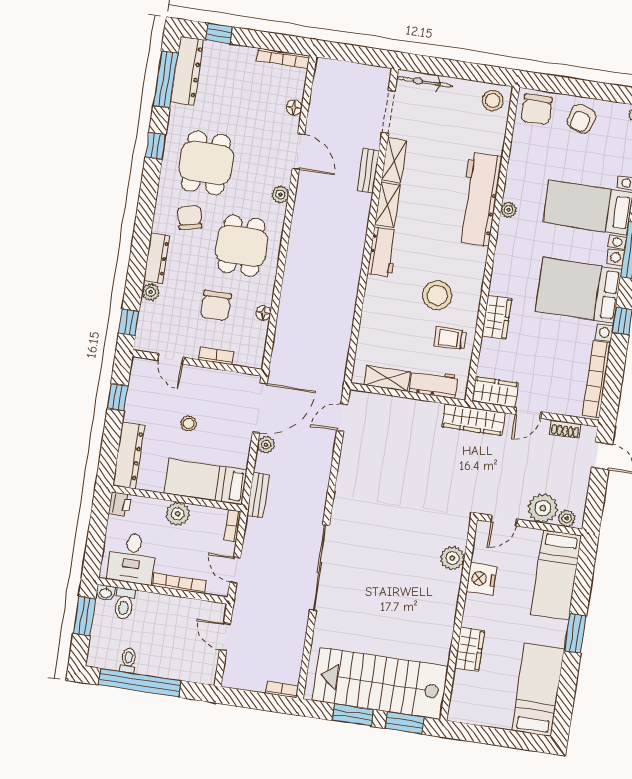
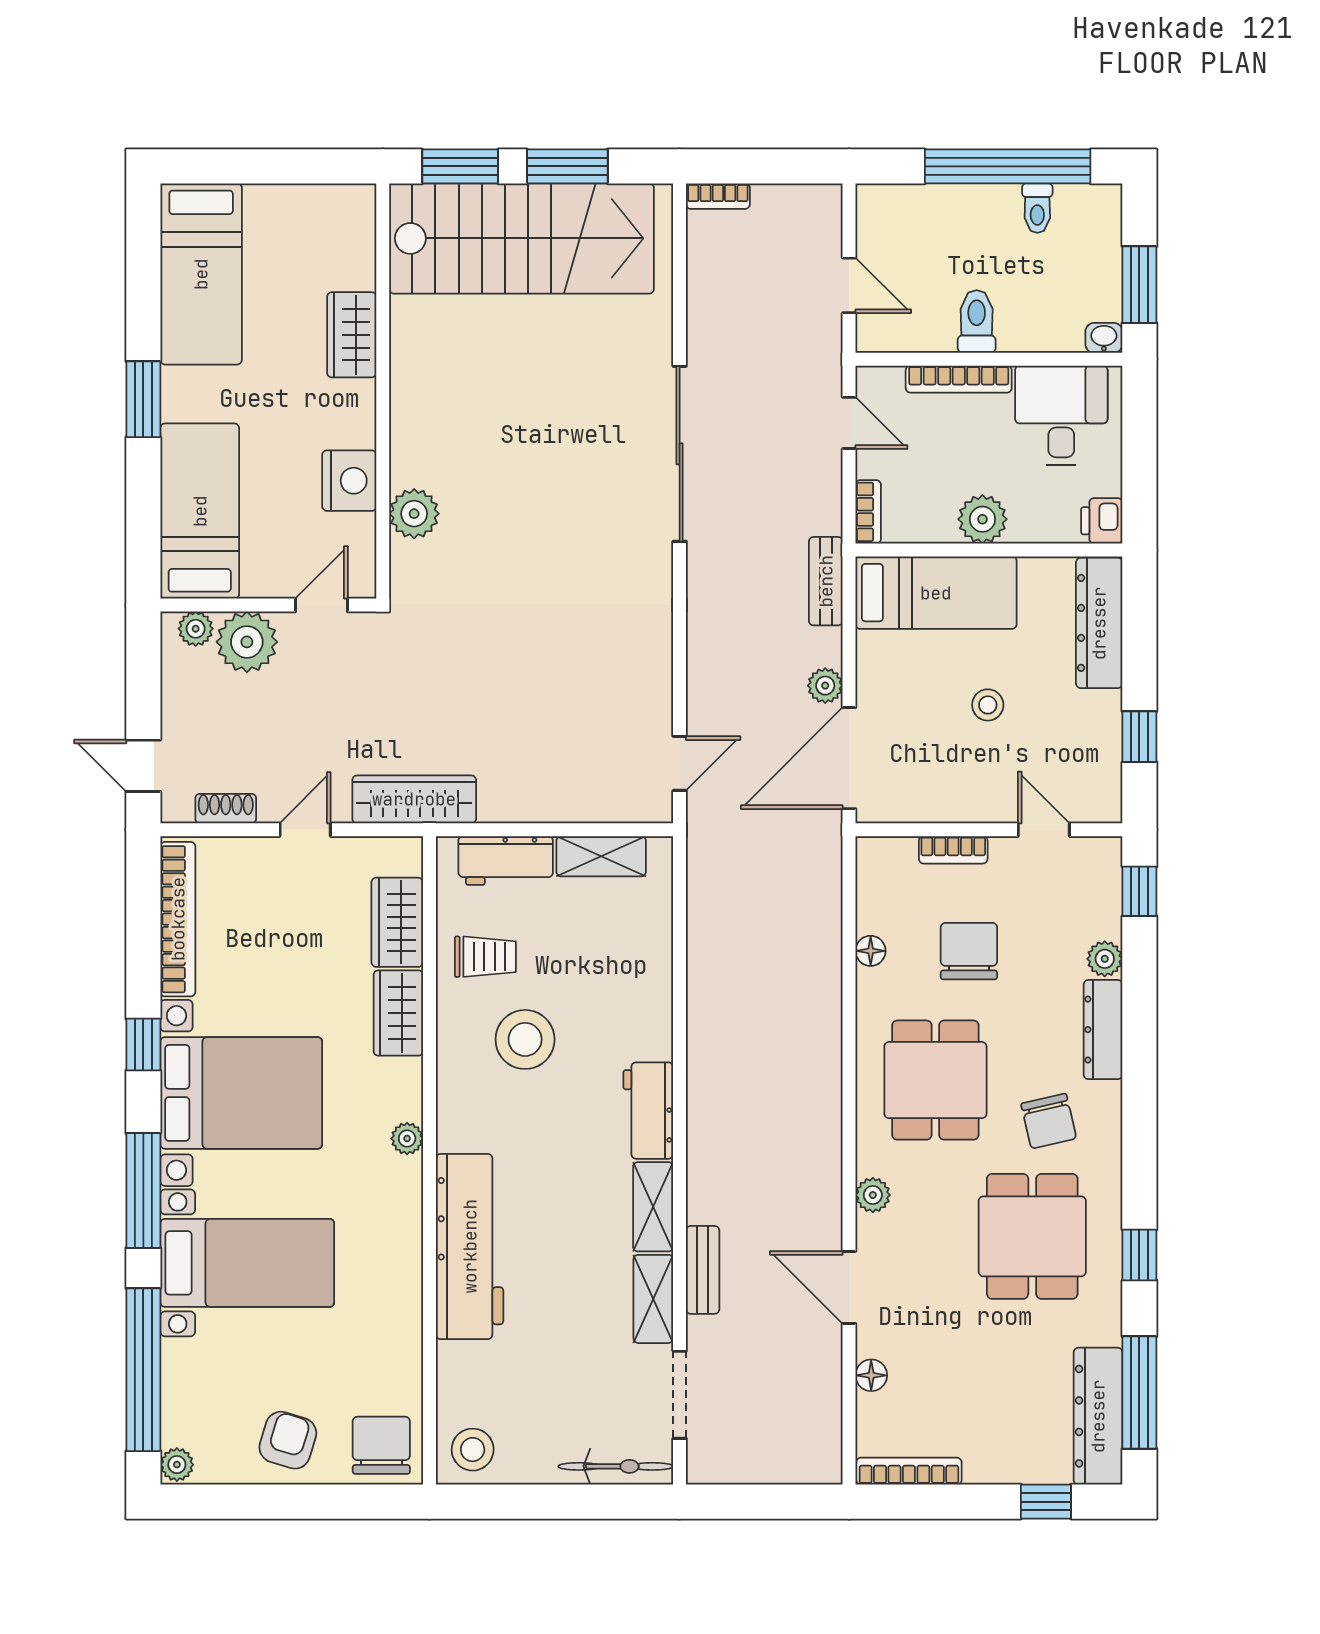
plant: (509, 210) -> (407, 1139), moved
wardrobe: (495, 392) -> (397, 922), moved, turned 90
toilet: (124, 604) -> (977, 322), moved

